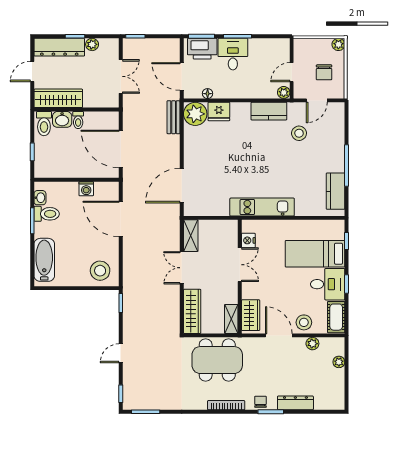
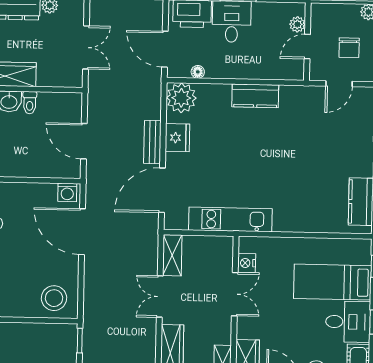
plant: (284, 92) -> (297, 24), moved
kitchen counter: (269, 111) -> (255, 96), moved
fridge: (219, 112) -> (177, 138), moved, turned -90
bench: (174, 117) -> (152, 142), moved
stool: (299, 133) -> (315, 126), removed
door: (121, 149) -> (84, 141), width x0.73
washing machine: (86, 189) -> (67, 192), moved
kitchen unit: (262, 207) -> (230, 219), moved

